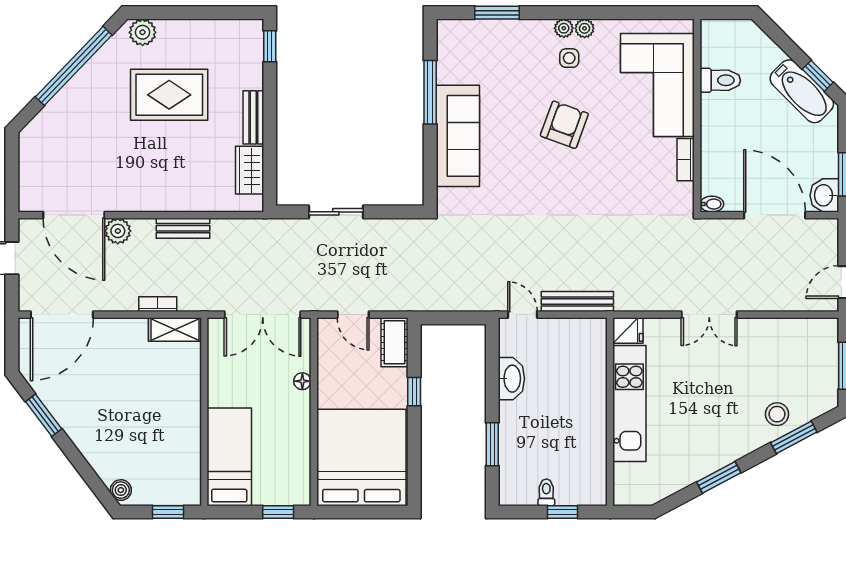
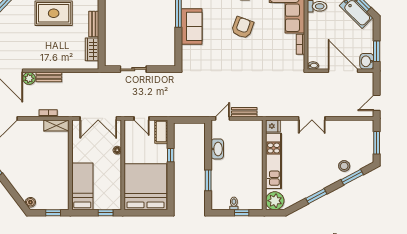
sofa: (458, 136) -> (192, 26), width x0.73
bench: (183, 228) -> (49, 77), moved
bench: (577, 302) -> (244, 112), width x0.73
door: (522, 315) -> (222, 118), hinge flipped
plant: (632, 487) -> (275, 201), added

